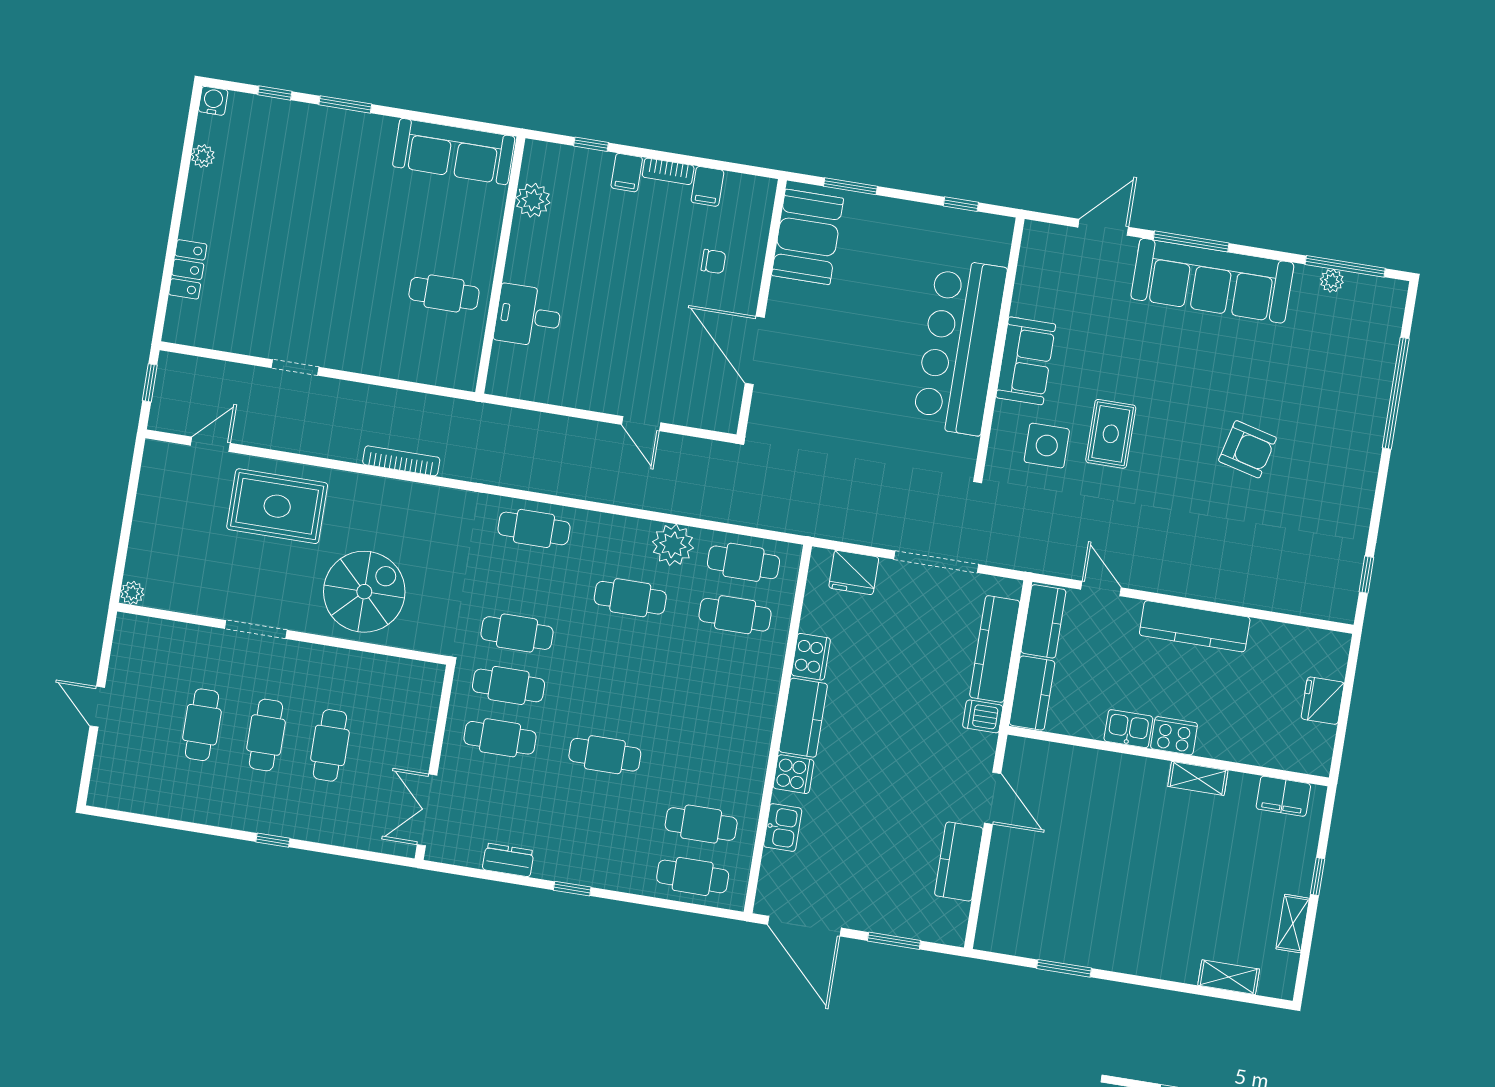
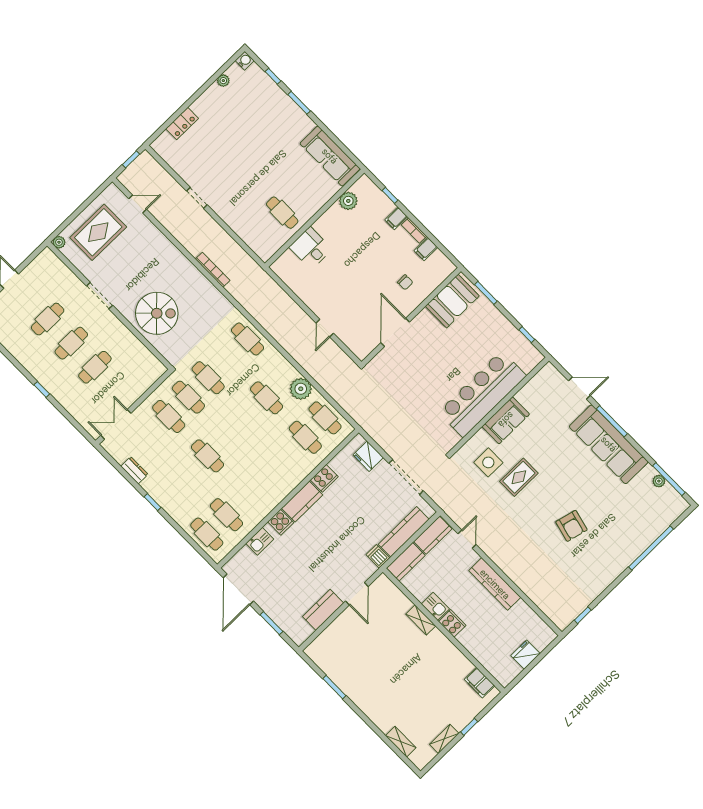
rug: (277, 506) -> (98, 232), moved, turned 90
shelving: (1198, 778) -> (421, 620), moved

